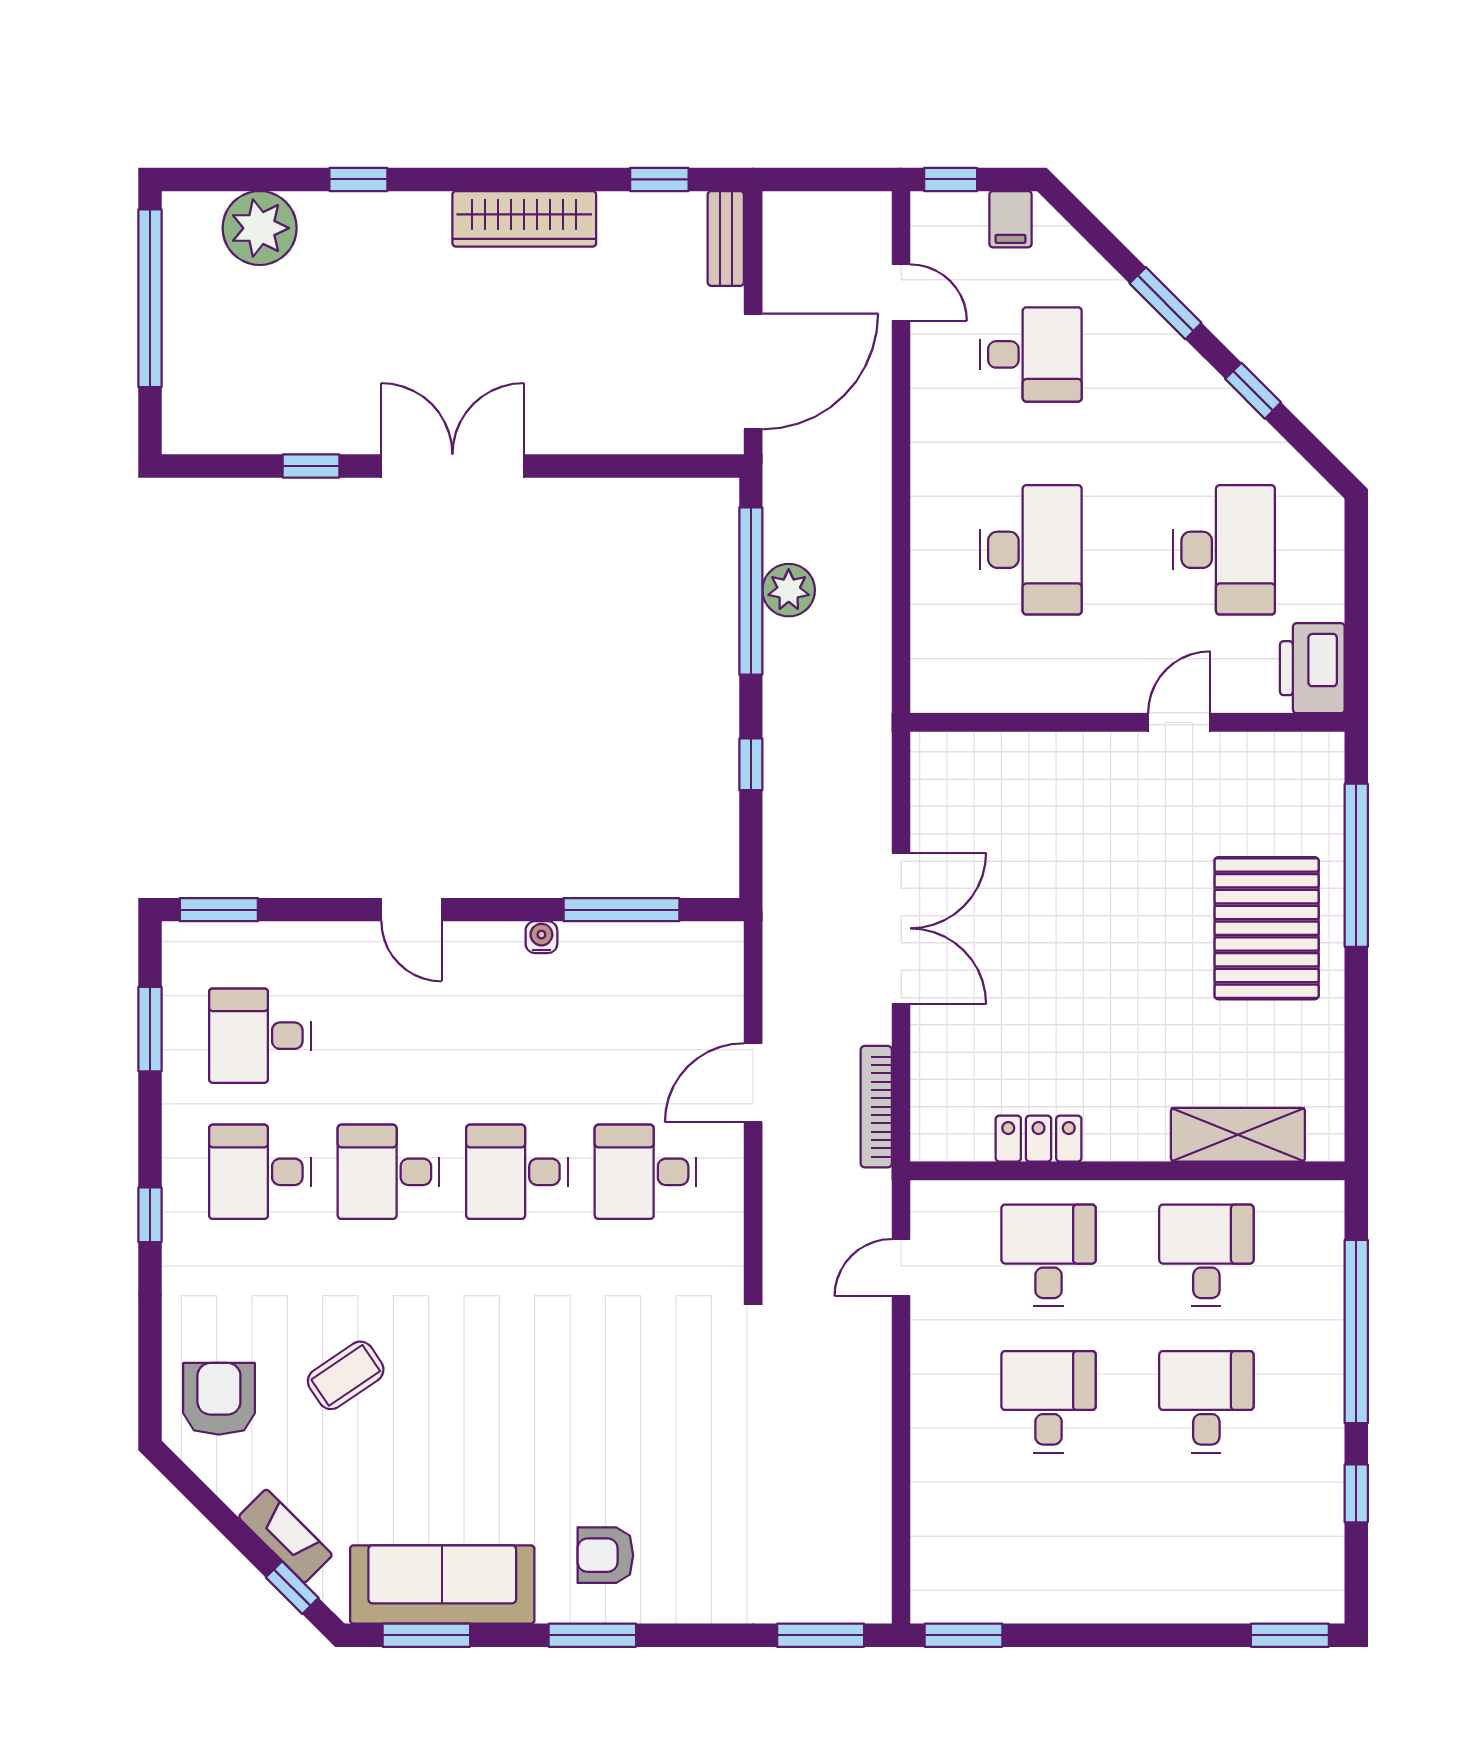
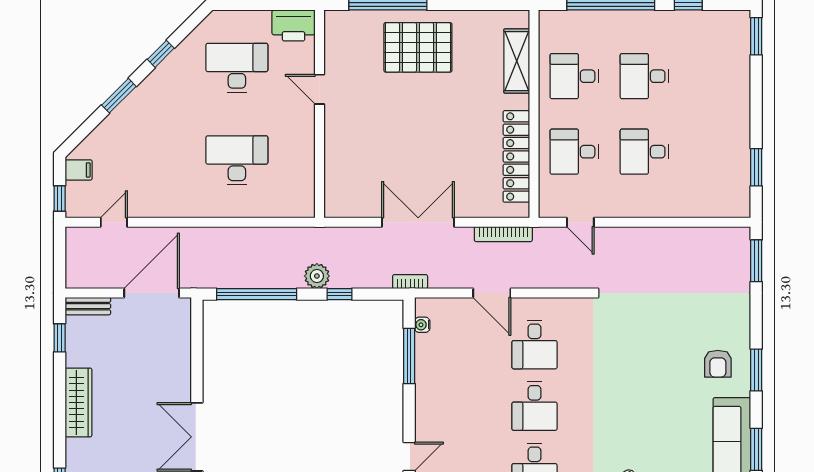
desk: (1031, 354) -> (143, 160), removed
door: (753, 372) -> (152, 293), hinge flipped
plant: (789, 590) -> (317, 276), moved
bookcase: (777, 912) -> (410, 282), added
water cooler: (541, 937) -> (422, 325), moved
locker: (1039, 1139) -> (516, 156), width x2.16, depth x1.21
window: (963, 1635) -> (756, 167), moved

